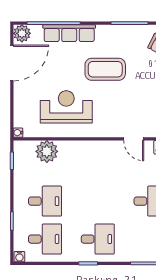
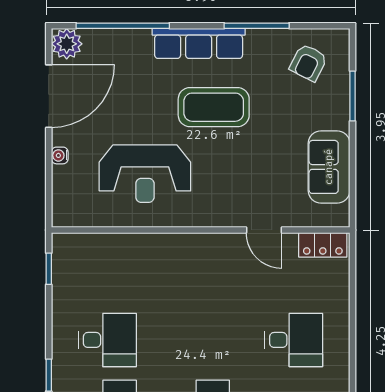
row of seats: (69, 33) -> (199, 43), moved
reception desk: (66, 107) -> (145, 174), turned 180
water cooler: (18, 133) -> (60, 155), moved
plant: (47, 151) -> (111, 252), removed

